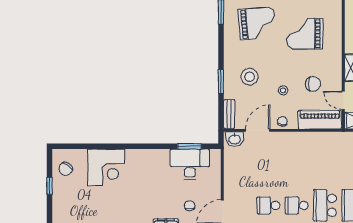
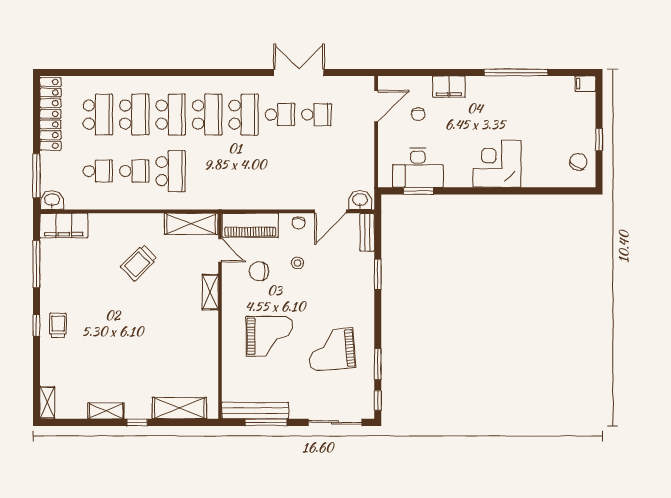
stool: (250, 77) -> (341, 281), removed
corner desk: (106, 167) -> (497, 164), moved

